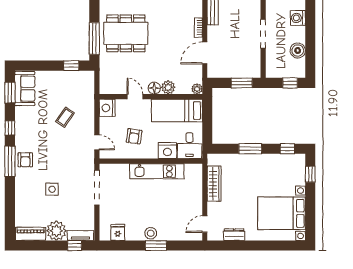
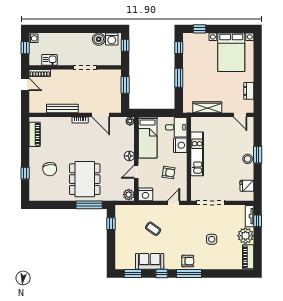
washing machine: (298, 18) -> (112, 39), moved
plant: (168, 87) -> (129, 195), moved
sofa: (25, 89) -> (150, 261), moved

